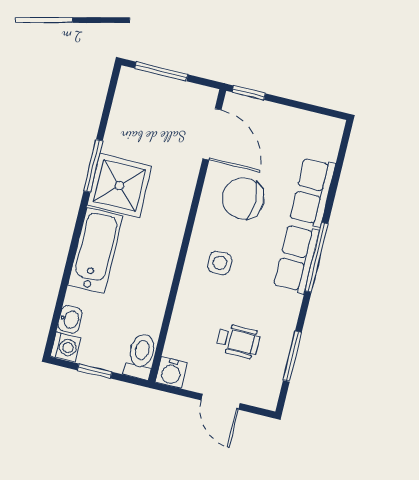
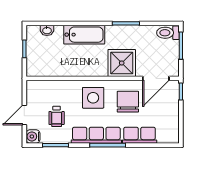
shower: (119, 186) -> (122, 63), moved
row of seats: (296, 259) -> (96, 135), width x1.48
side table: (220, 263) -> (93, 98), width x1.87, depth x1.87
washing machine: (66, 347) -> (33, 31), removed
toilet: (141, 356) -> (168, 33), moved, turned 180
water cooler: (171, 372) -> (33, 136), moved

